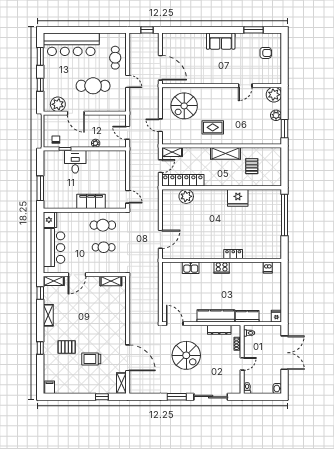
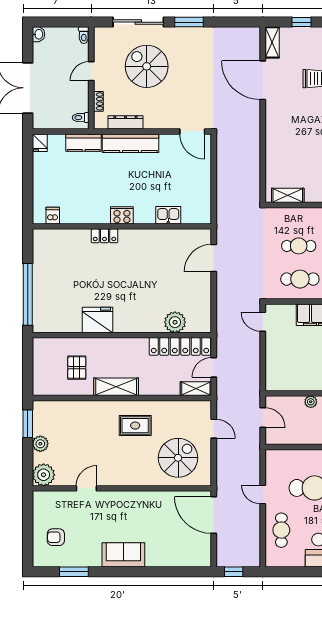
spiral stairs: (186, 355) -> (147, 66), moved

